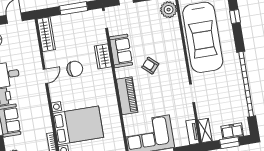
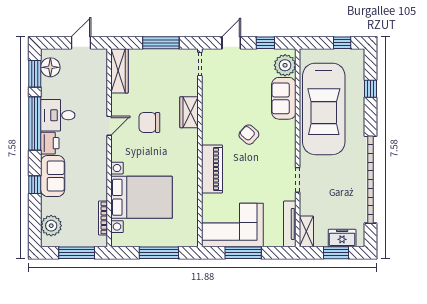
sofa: (121, 51) -> (284, 98), moved, turned 180
chair: (75, 69) -> (149, 122), turned 180
tv unit: (192, 132) -> (290, 224), width x1.41

